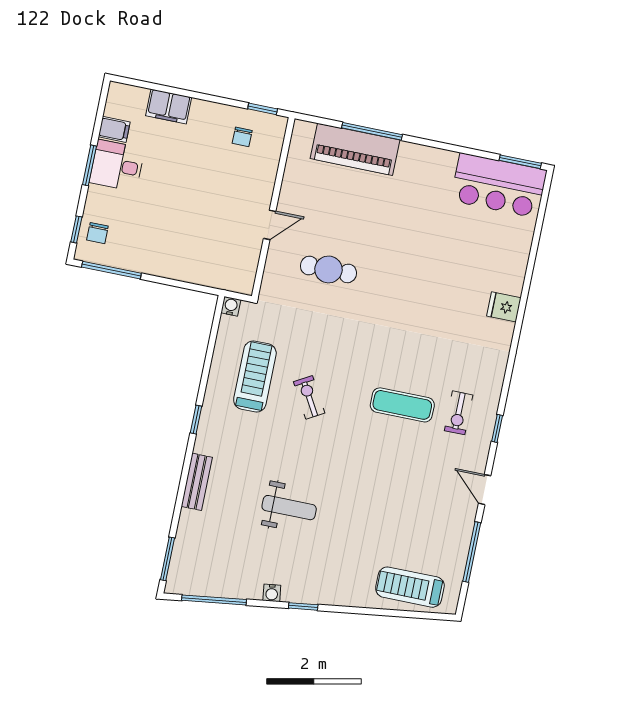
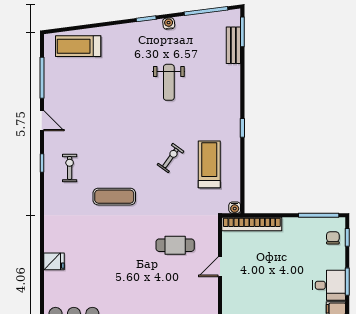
bookcase: (211, 277) -> (252, 224), added
fridge: (504, 307) -> (54, 261), moved
treadmill: (255, 376) -> (209, 164), turned 180
exercise bike: (309, 397) -> (170, 158), turned -114
exercise mat: (402, 405) -> (114, 197), moved
bench: (197, 482) -> (233, 45), moved
weight bench: (289, 508) -> (169, 82), turned -90
treadmill: (410, 587) -> (78, 46), turned 180

